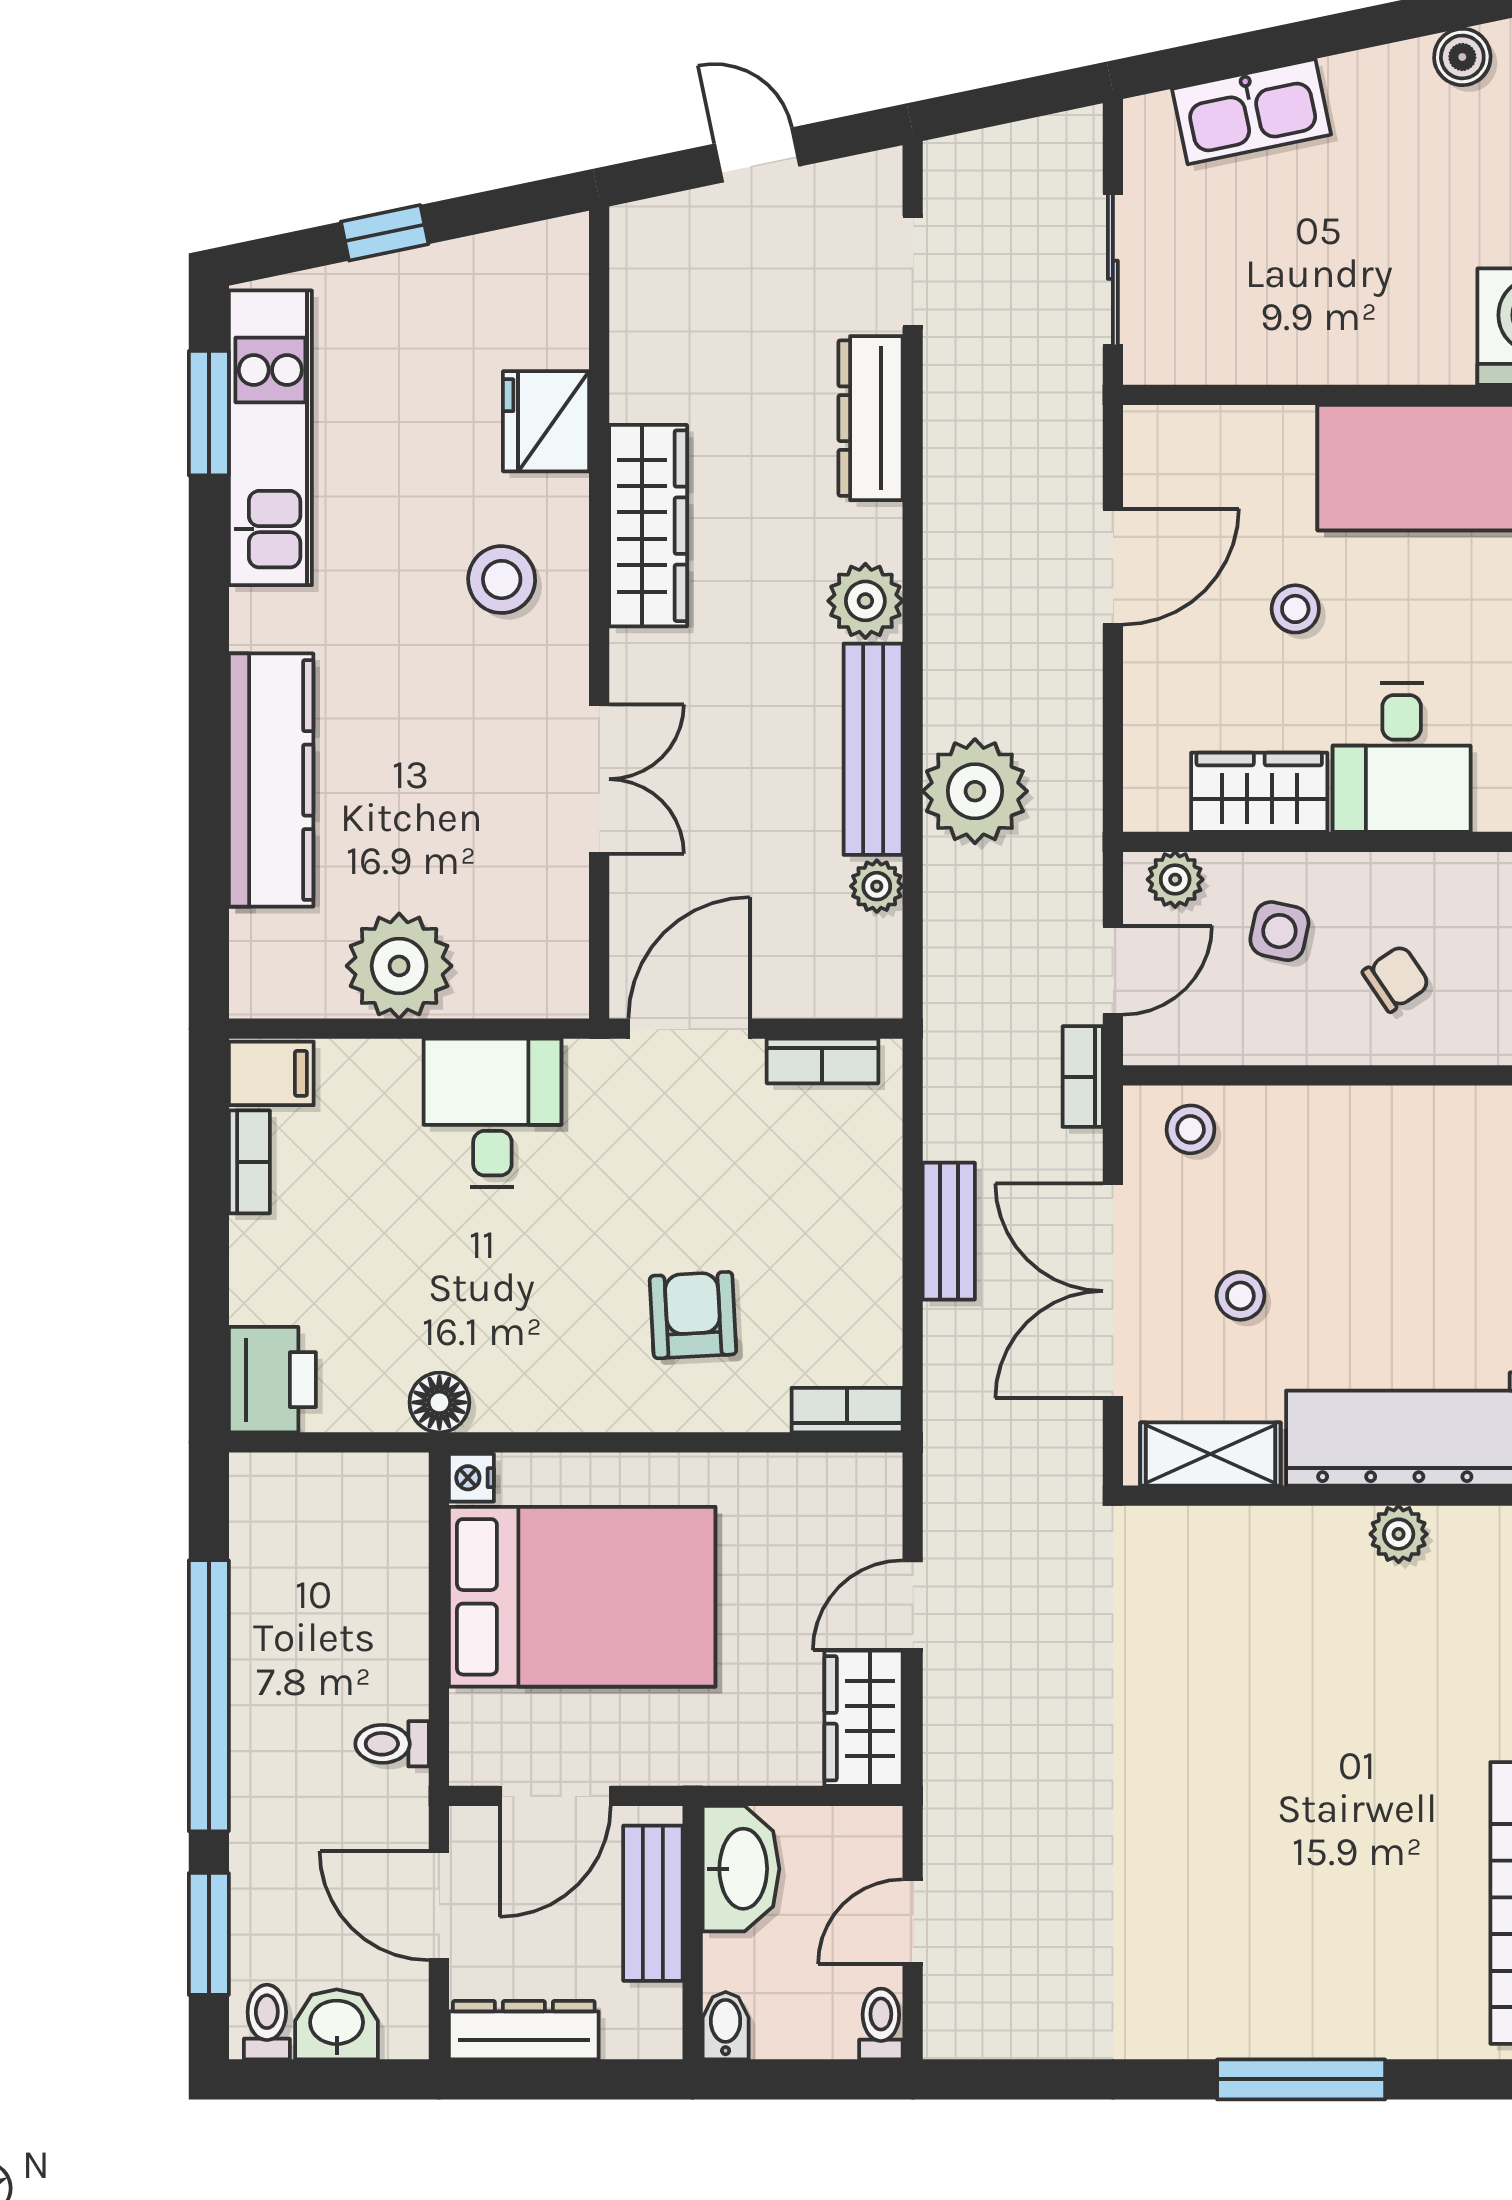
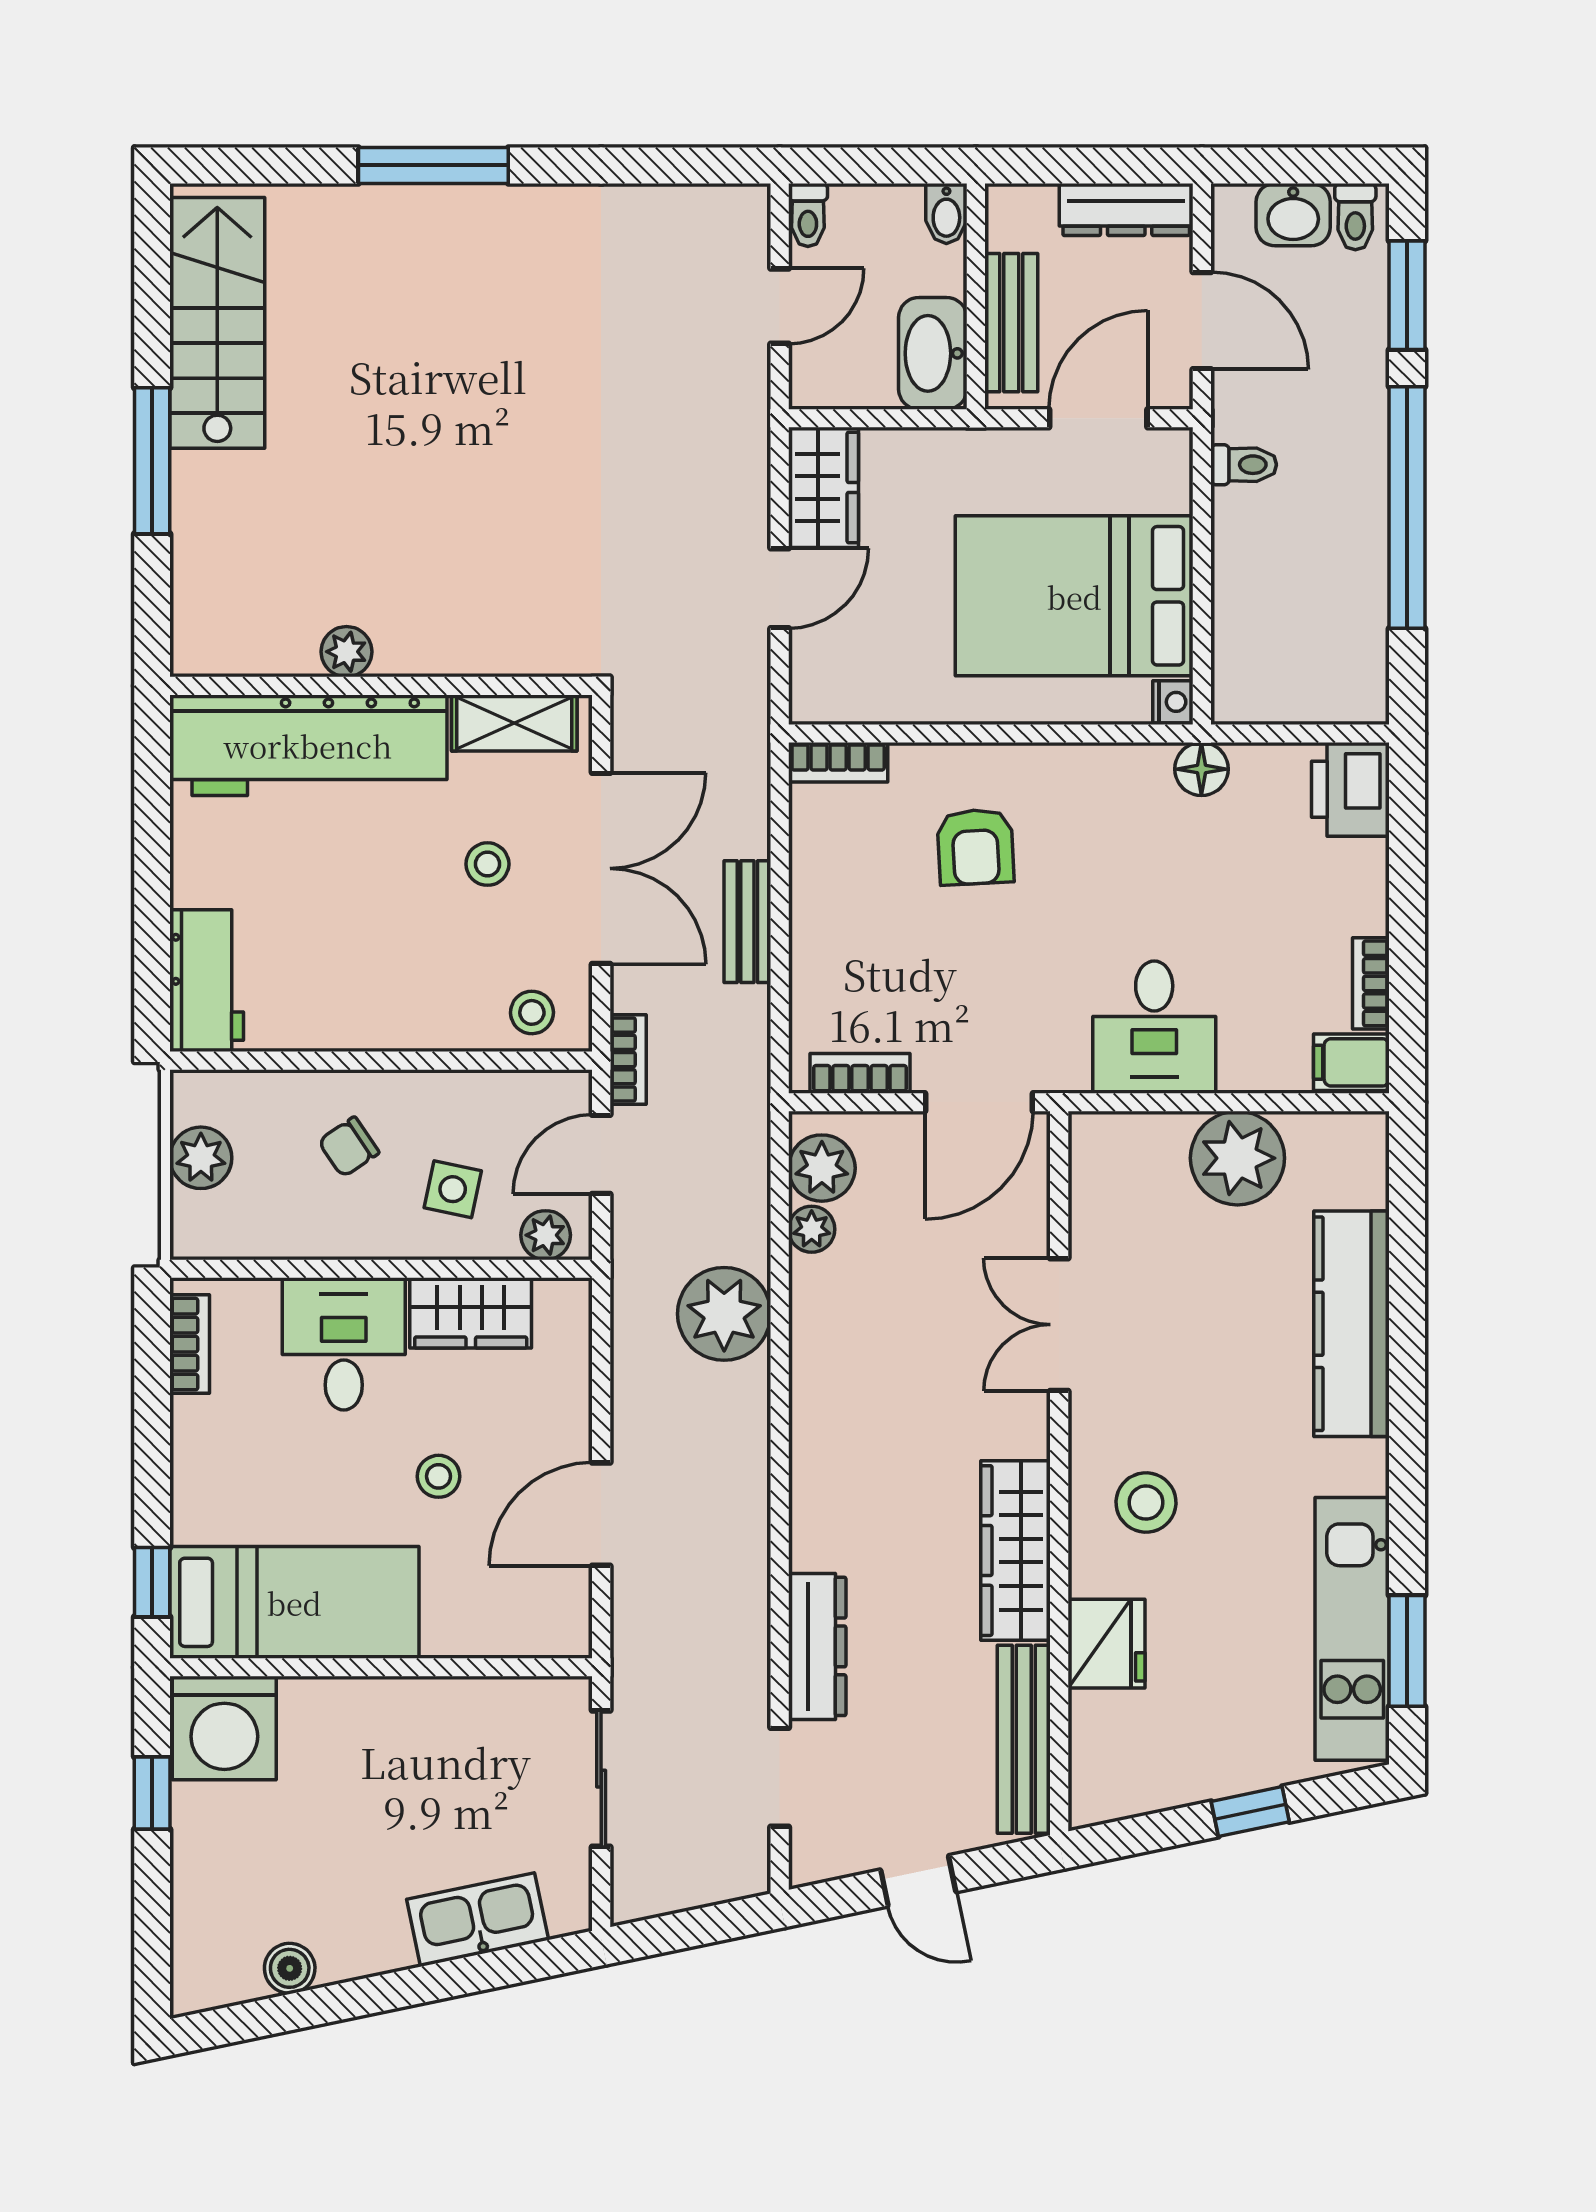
plant: (865, 601) -> (822, 1168), moved
bench: (873, 749) -> (1024, 1739), moved

